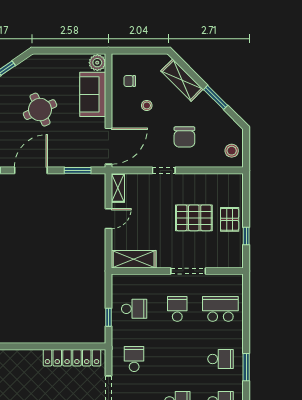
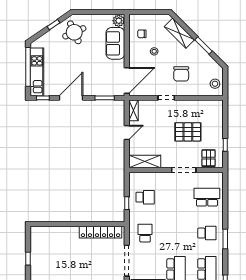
round table: (40, 110) -> (74, 32), moved
pallet: (230, 219) -> (209, 158), moved
school desk: (177, 309) -> (176, 197), removed

